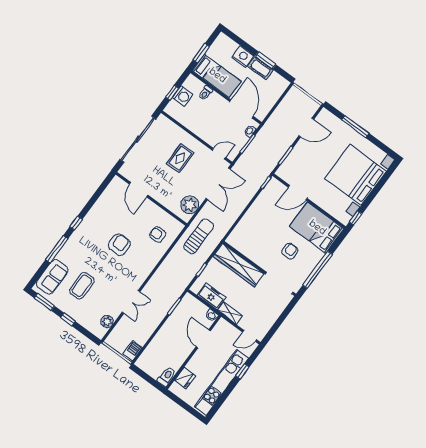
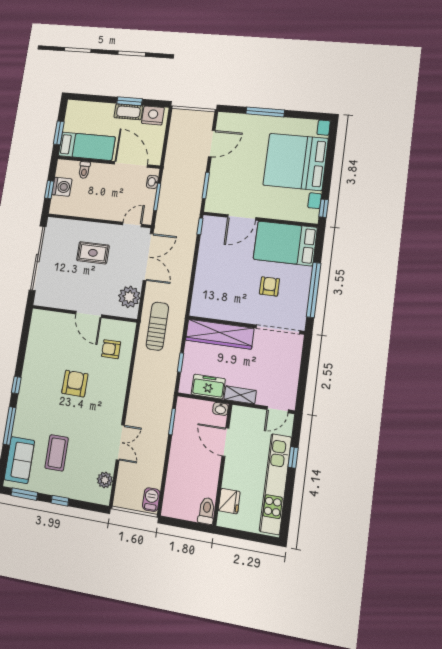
nightstand: (243, 57) -> (153, 116), moved
rug: (180, 158) -> (93, 253), turned 90
door: (139, 190) -> (89, 314), moved

